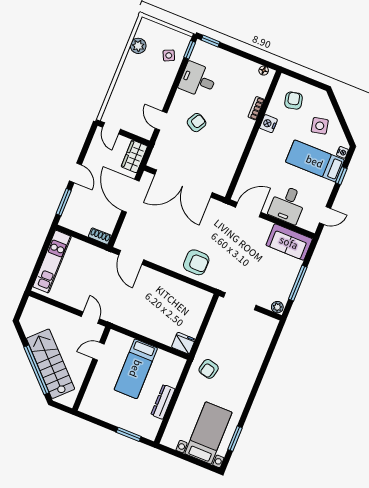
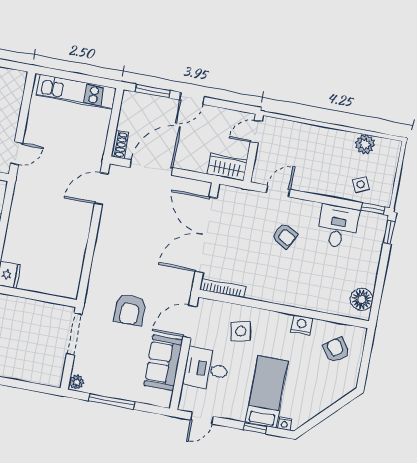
floor lamp: (264, 71) -> (362, 299), width x1.89, depth x1.89
armchair: (294, 101) -> (336, 350), turned -112
bookcase: (256, 108) -> (222, 288), moved, width x1.56
side table: (320, 126) -> (241, 331), moved
door: (131, 196) -> (151, 168), moved
door: (248, 210) -> (190, 322), swing flipped
door: (325, 216) -> (202, 418), hinge flipped
sofa: (289, 242) -> (163, 363), moved
armchair: (196, 262) -> (130, 310), moved

